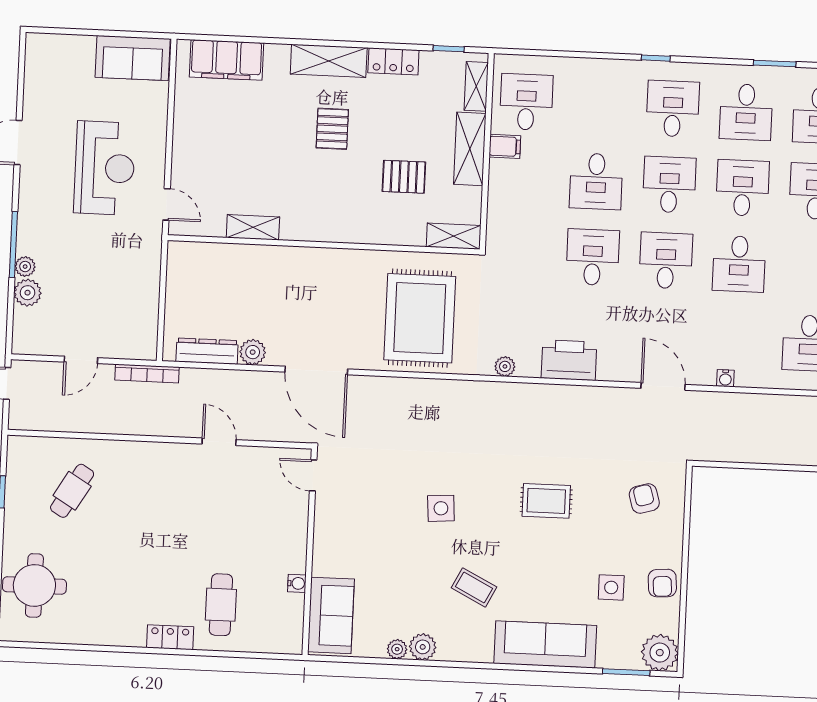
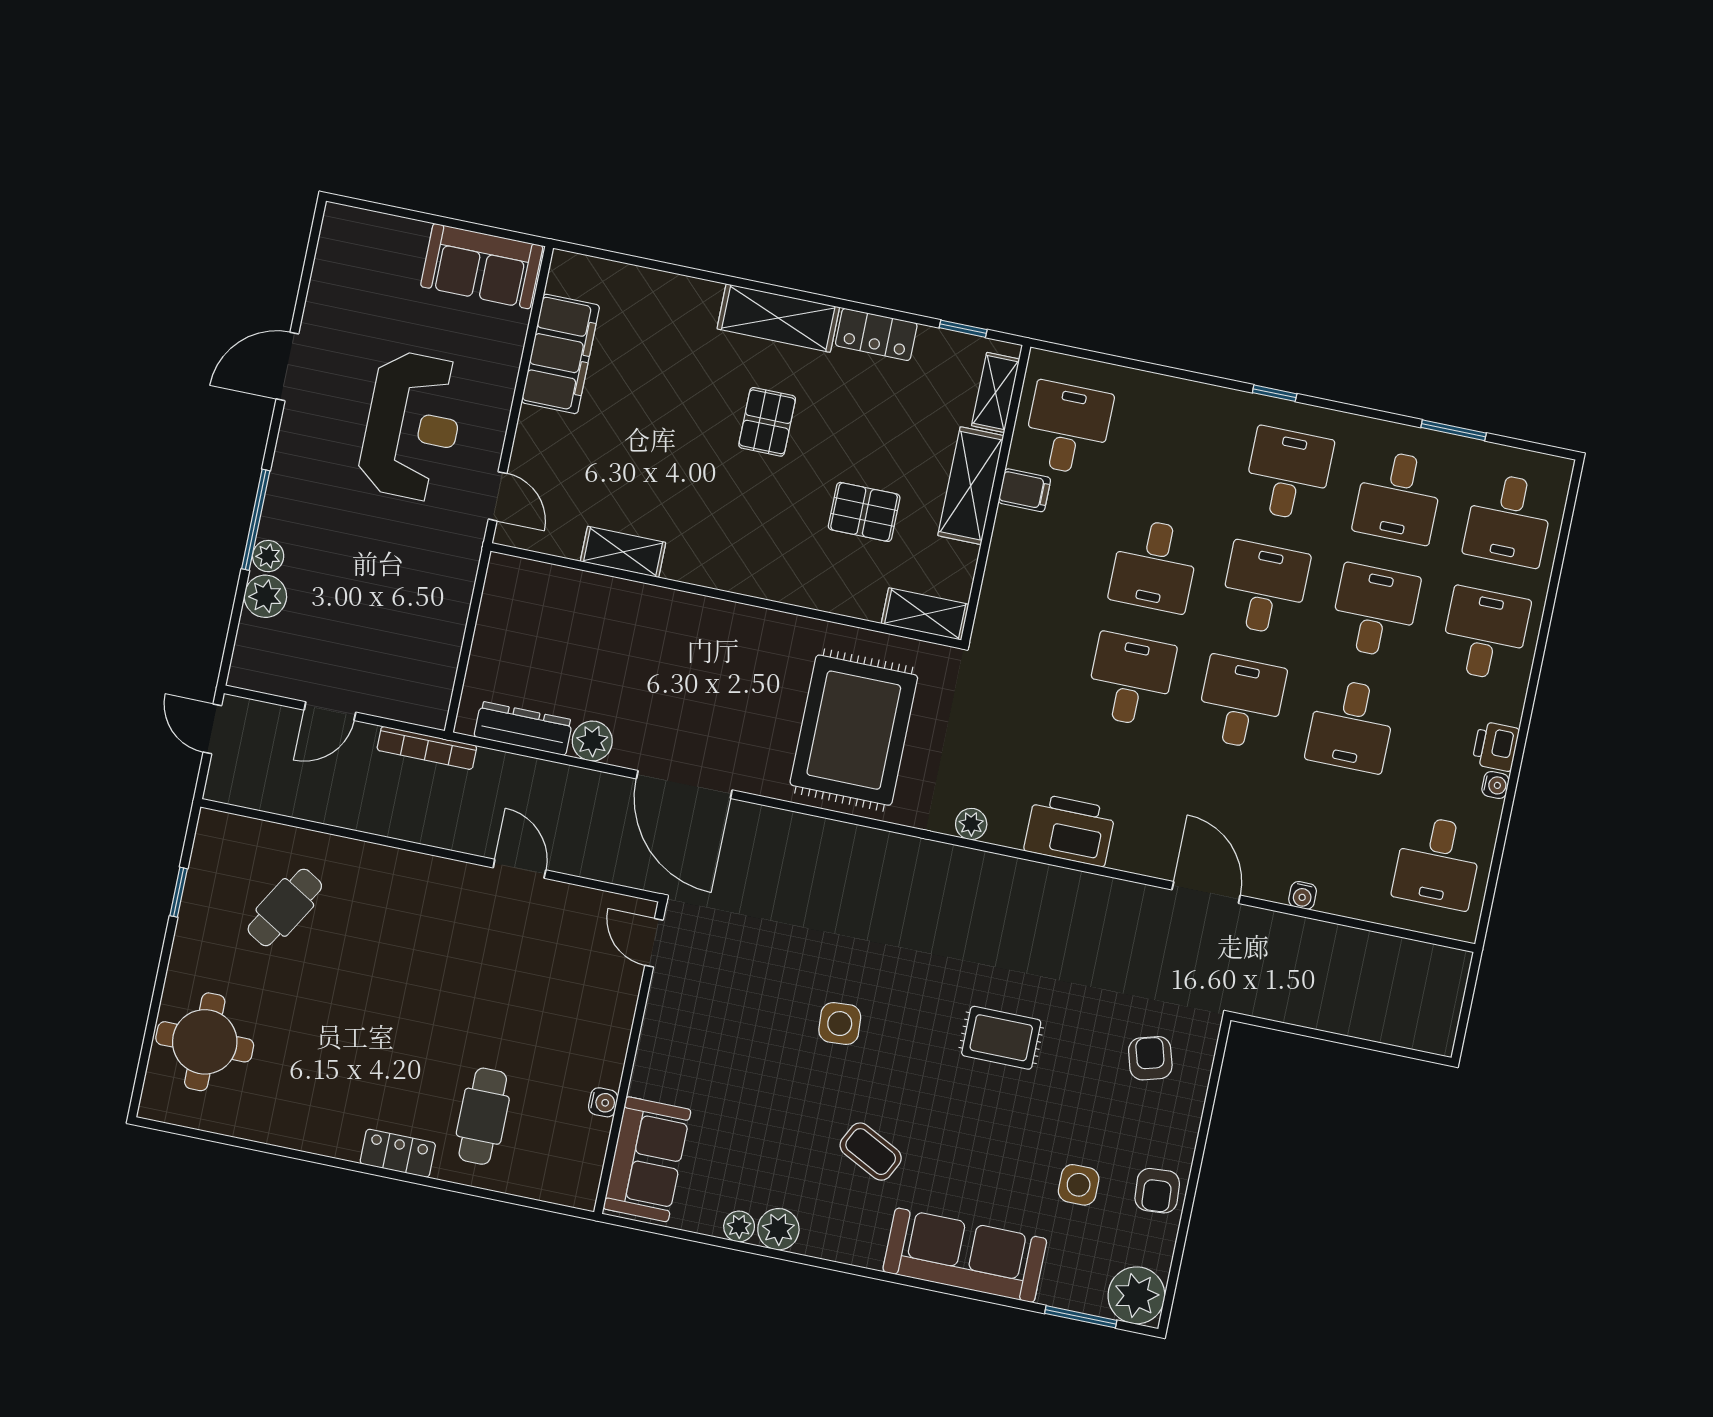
filing cabinet: (226, 60) -> (560, 354), moved, turned -90

